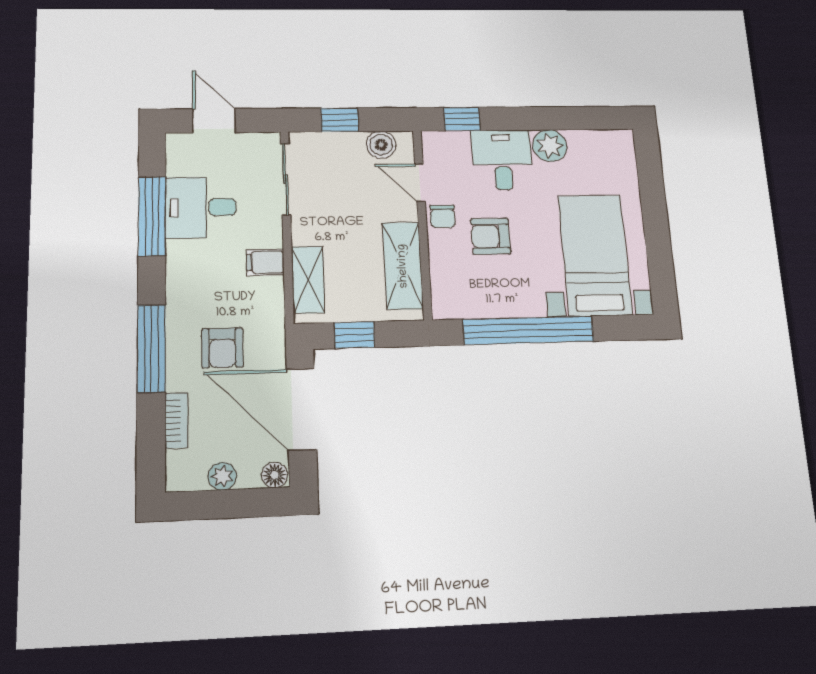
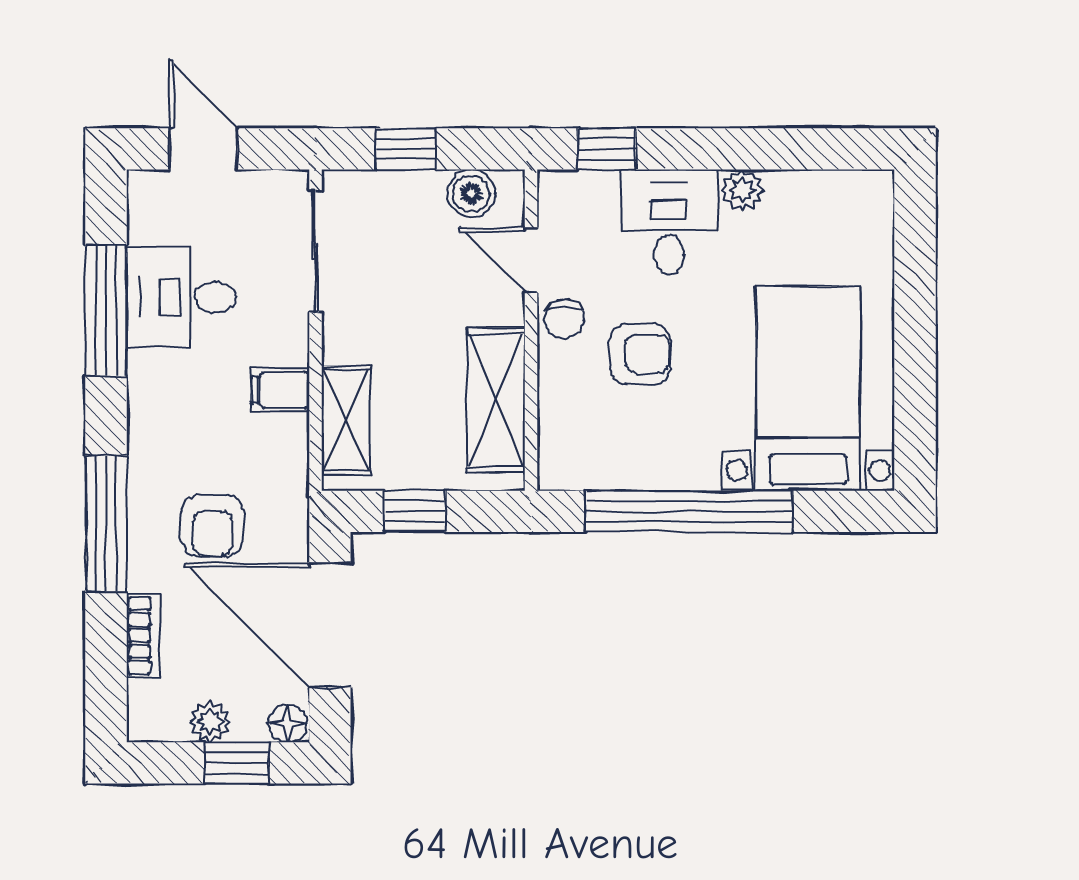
plant: (550, 146) -> (743, 190), width x0.73, depth x0.73
armchair: (491, 236) -> (640, 354), turned 180
window: (241, 503) -> (237, 763), added

